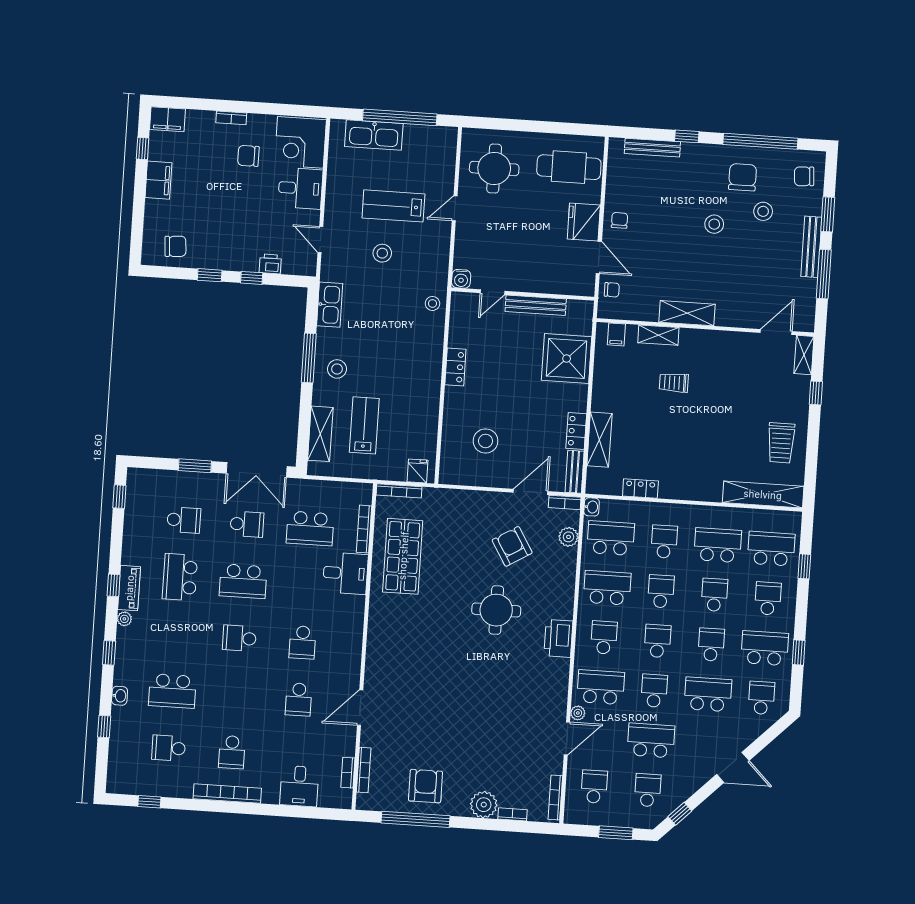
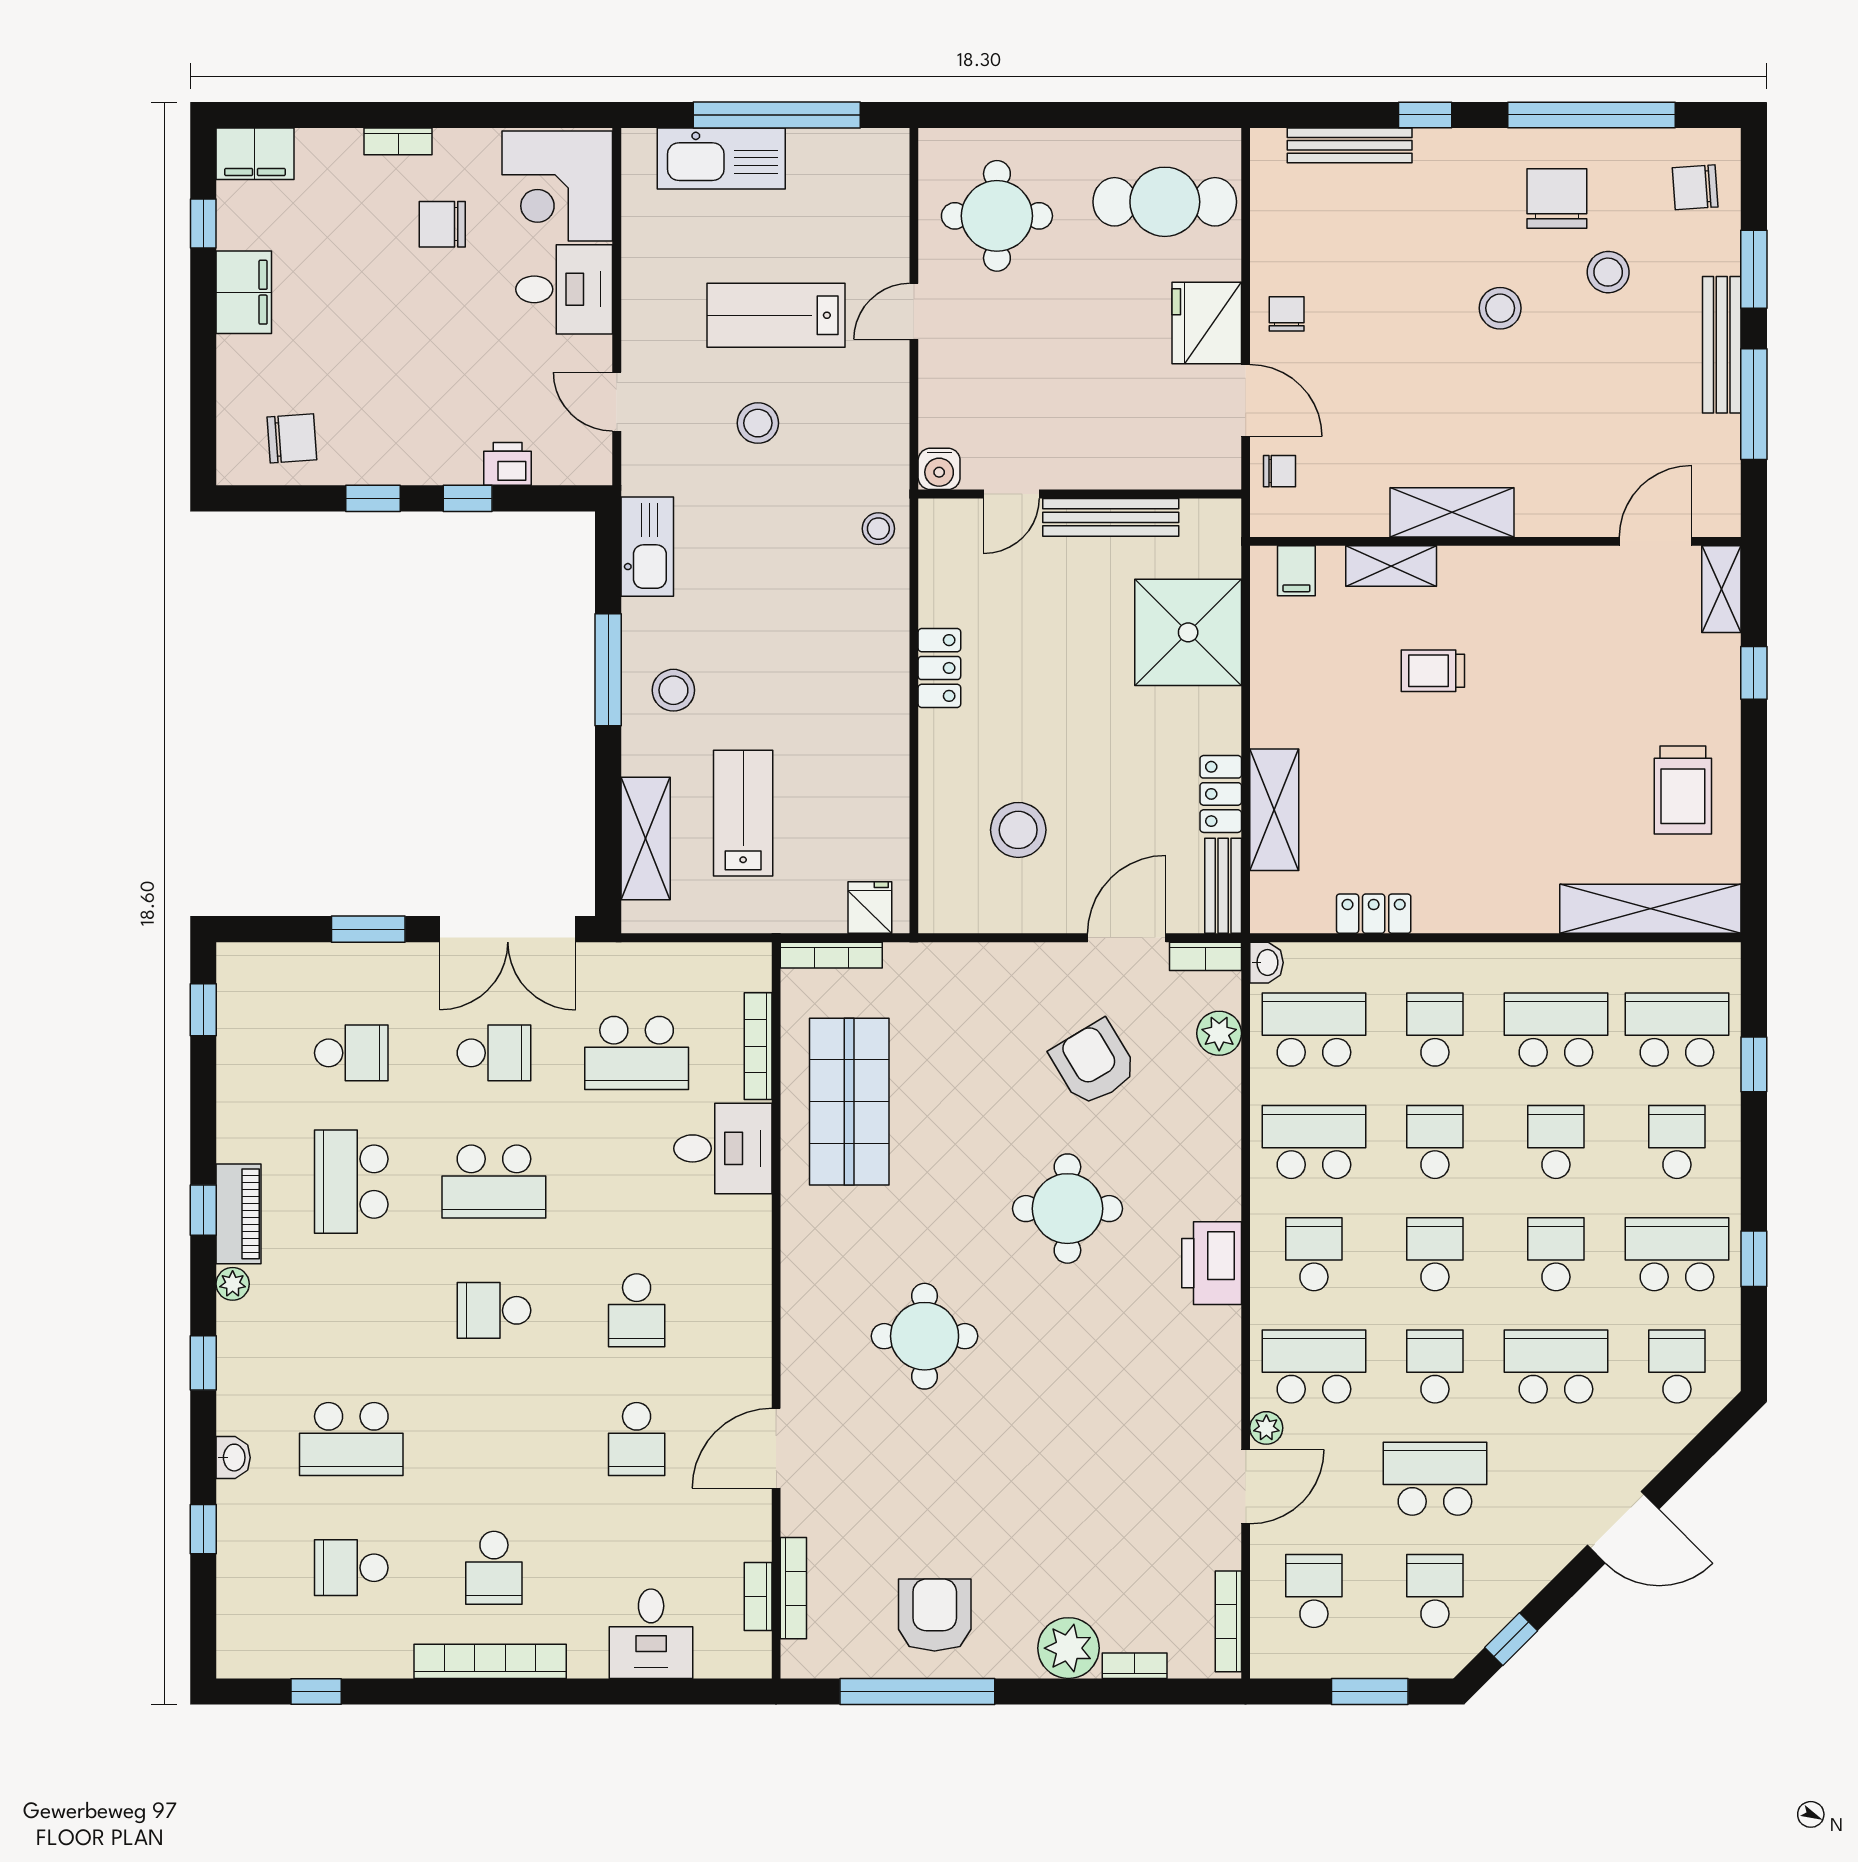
round table: (429, 662) -> (925, 1336), added

